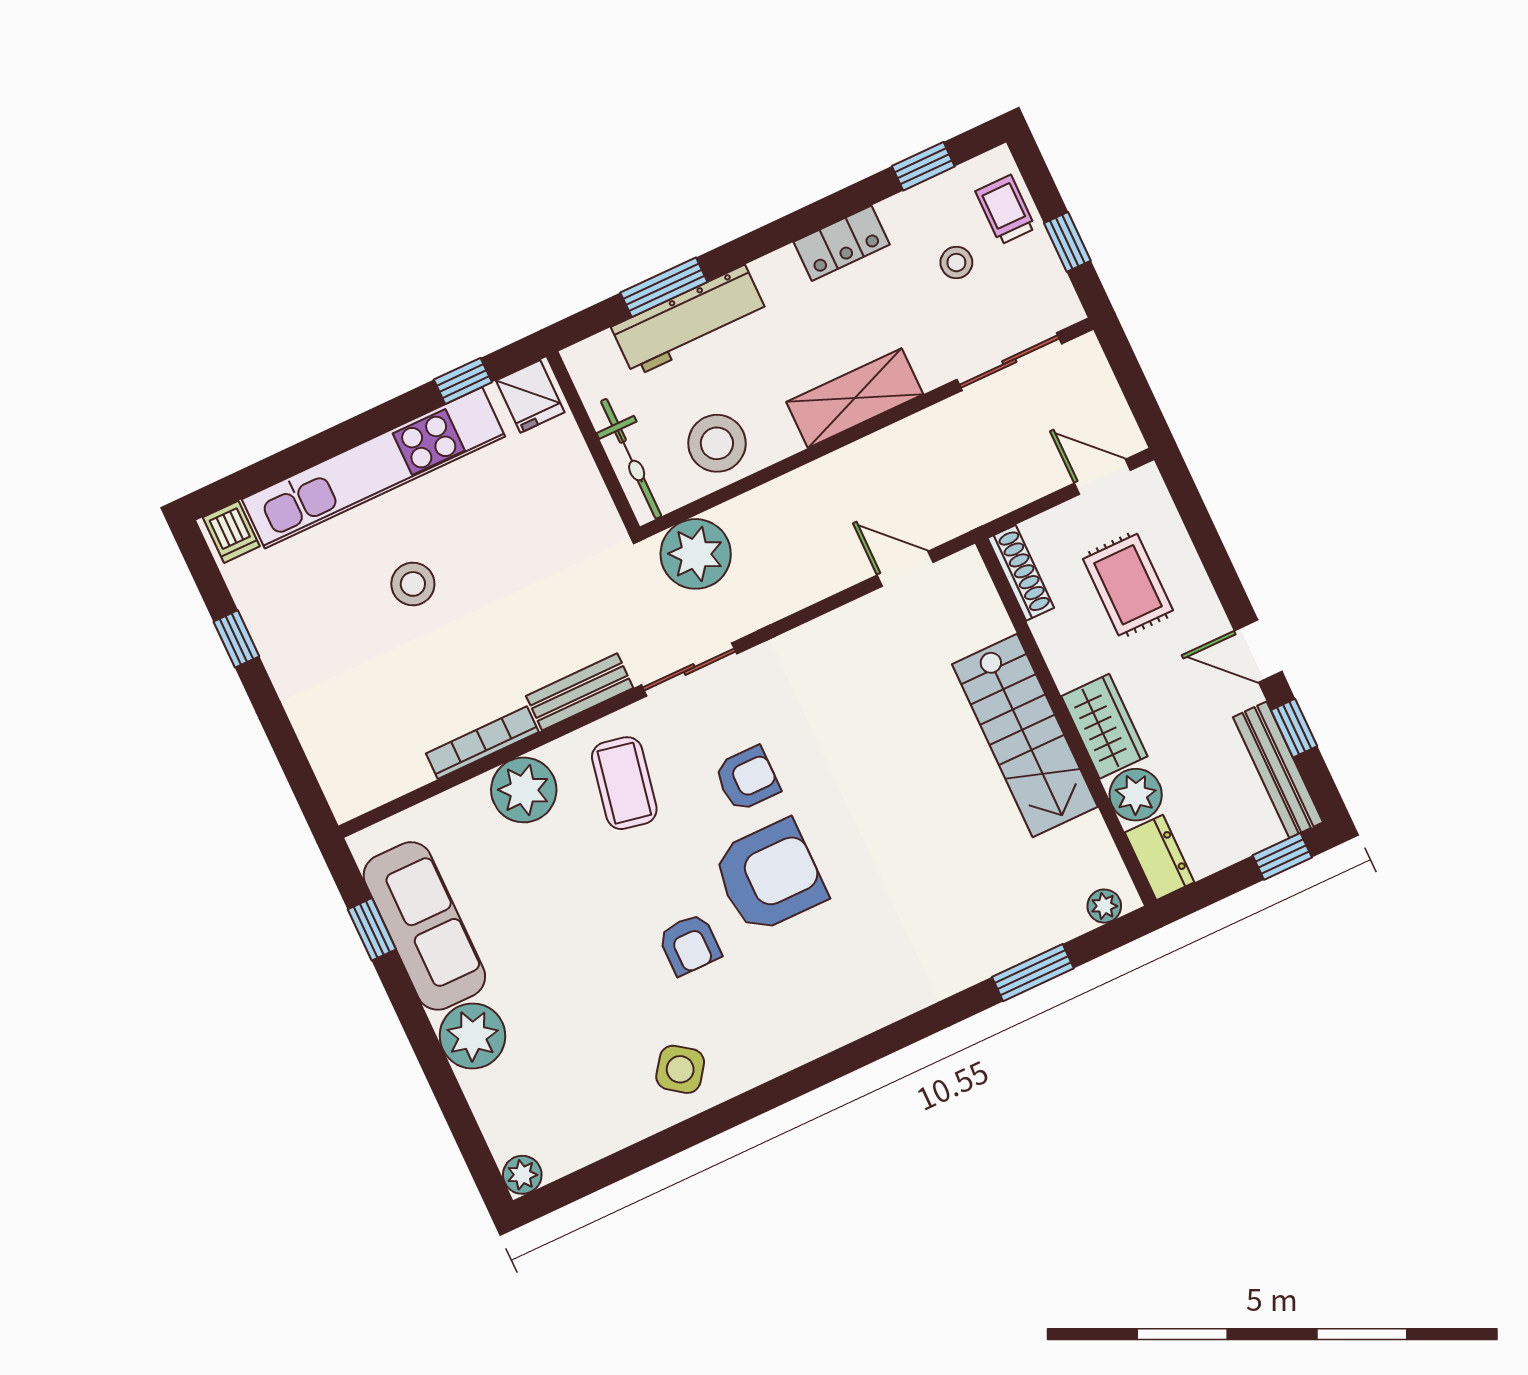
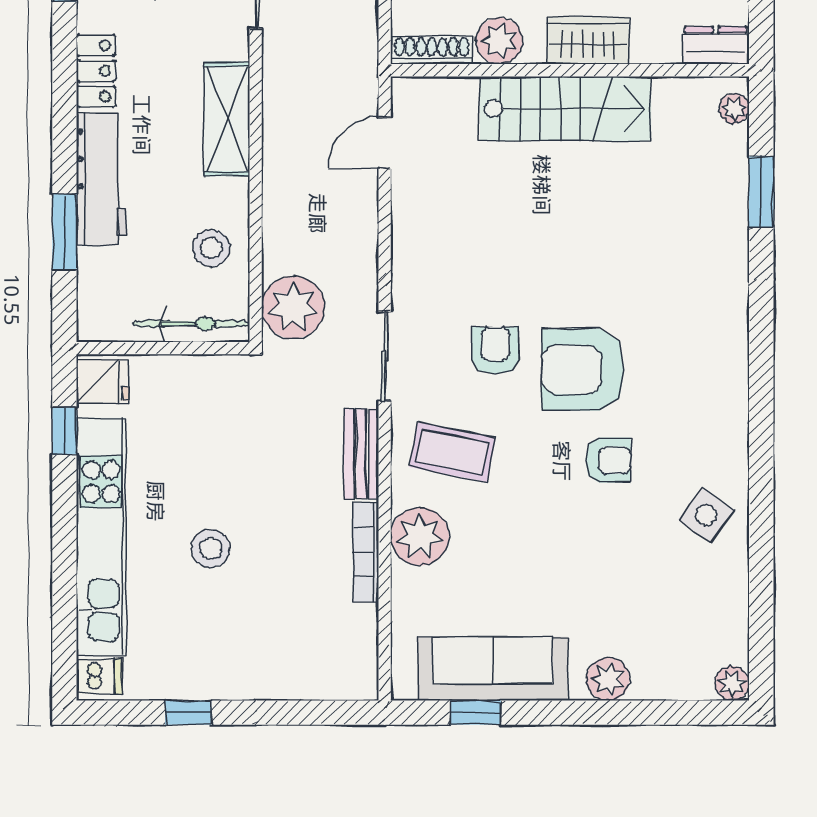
workbench: (689, 321) -> (101, 179), moved
stool: (717, 443) -> (211, 248), width x0.73, depth x0.73
plant: (1136, 795) -> (499, 41), moved
armchair: (769, 876) -> (583, 369), turned -90
plant: (472, 1036) -> (608, 679), width x0.73, depth x0.73

